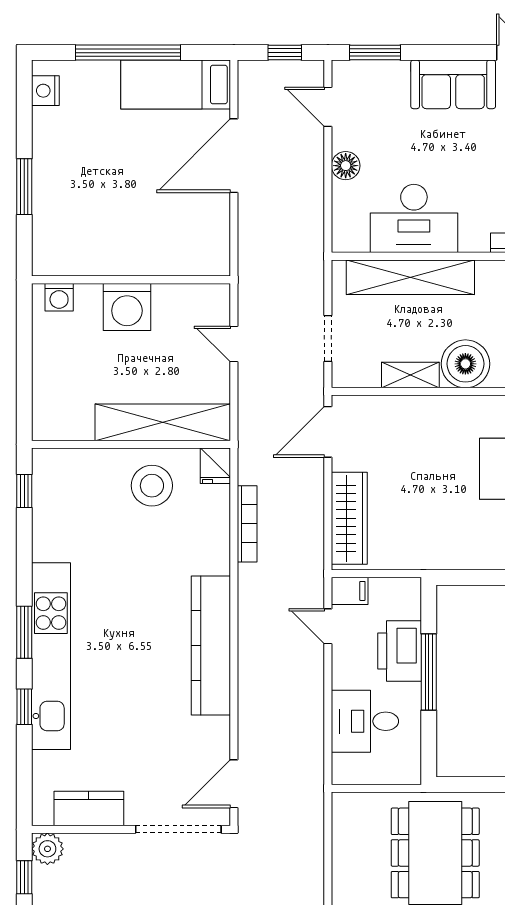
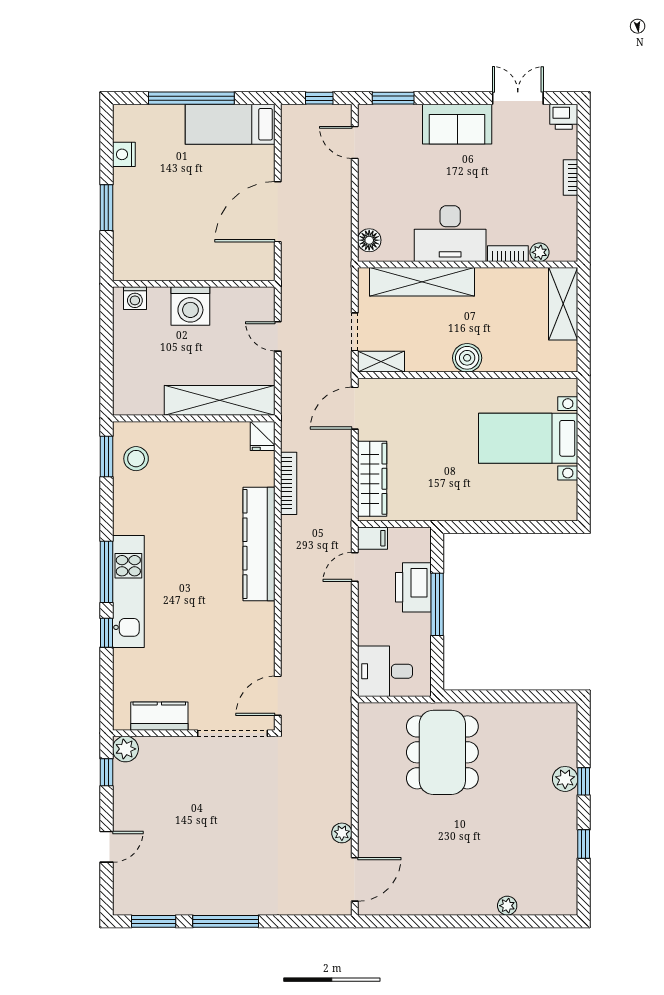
nightstand: (45, 91) -> (124, 154), moved
door: (234, 156) -> (278, 212), moved
floor lamp: (346, 166) -> (369, 240), moved
desk: (414, 218) -> (450, 234), moved
boiler: (465, 364) -> (467, 358), width x0.73, depth x0.73
shelving: (410, 375) -> (381, 362), moved
stool: (152, 486) -> (136, 459), moved, width x0.73, depth x0.73
window: (24, 491) -> (106, 457), width x1.50
door: (328, 626) -> (355, 567), hinge flipped
window: (24, 632) -> (106, 572), width x1.44
kitchen counter: (211, 645) -> (259, 544), moved
kitchen unit: (51, 656) -> (128, 592), width x0.73
desk: (365, 721) -> (385, 671), moved

